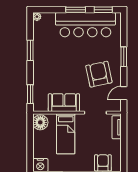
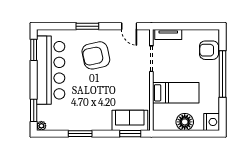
window: (76, 10) -> (34, 110), moved
armchair: (99, 74) -> (96, 55), moved
sofa: (64, 103) -> (130, 120), moved, turned 90
floor lamp: (40, 122) -> (185, 122), moved

